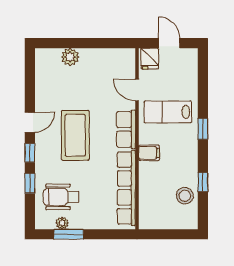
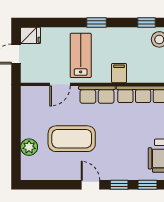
fridge: (150, 59) -> (31, 35), moved
lab bench: (168, 112) -> (81, 55), turned 180
coffee table: (75, 135) -> (72, 139), moved

